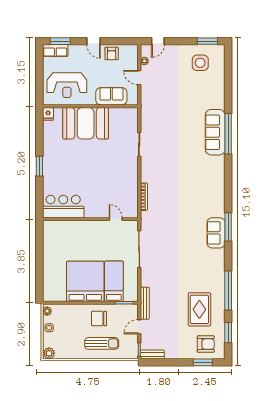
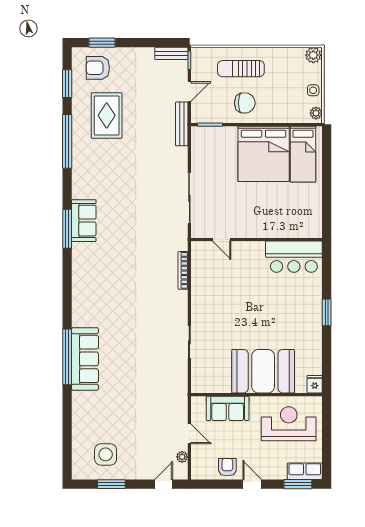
window: (207, 41) -> (111, 484), moved
bed: (114, 281) -> (303, 154), moved

